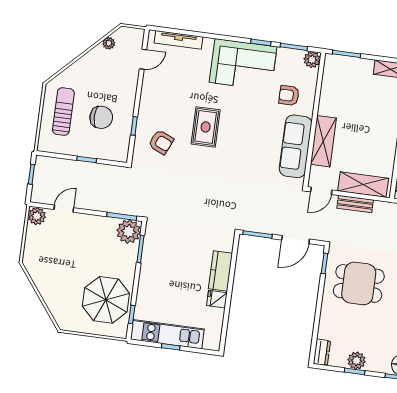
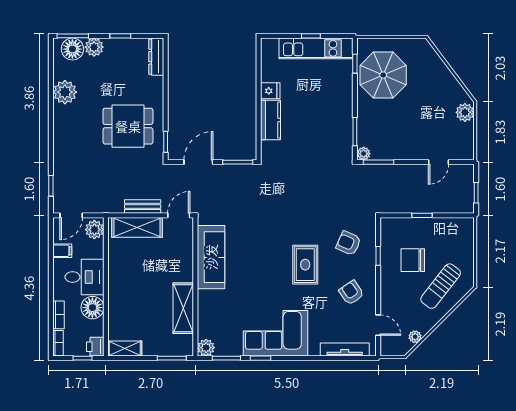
door: (143, 59) -> (378, 325), swing flipped
armchair: (289, 95) -> (351, 293), moved, turned -124
sun lounger: (63, 112) -> (441, 286), moved, turned 38
shelving: (323, 141) -> (183, 308), moved
plant: (37, 216) -> (465, 112), moved
plant: (129, 231) -> (364, 154), width x0.53, depth x0.53
dresser: (322, 352) -> (156, 57), width x1.44
plant: (357, 361) -> (94, 47), moved

